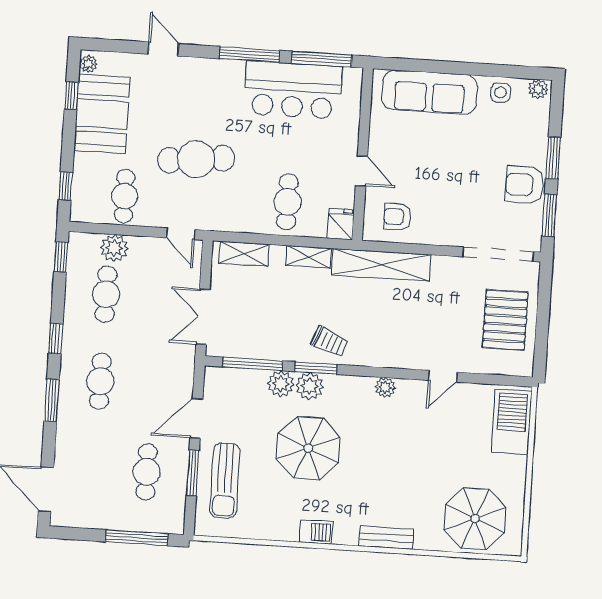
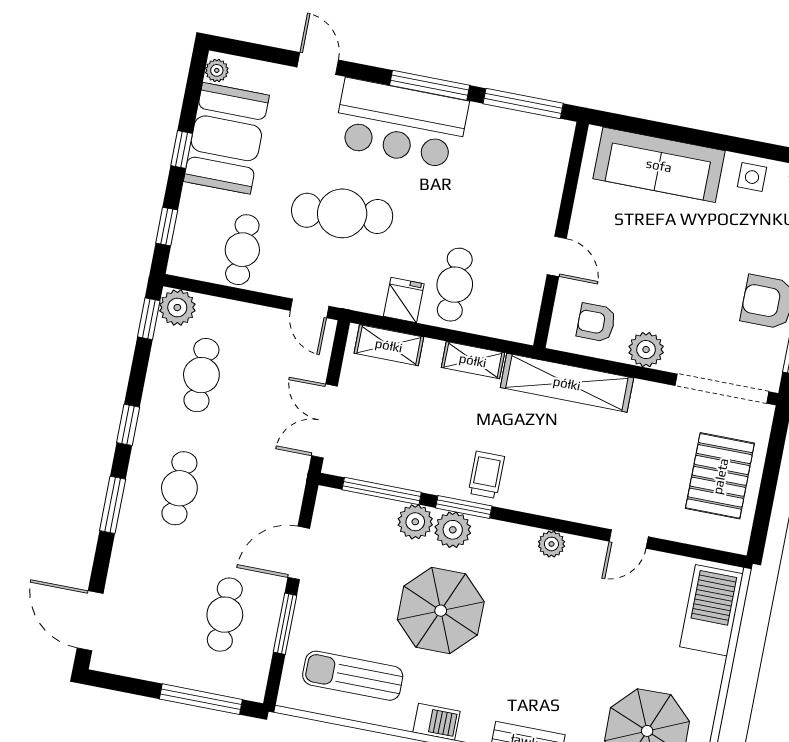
bar counter: (293, 90) -> (401, 123), moved
window: (71, 95) -> (182, 149), moved
fridge: (341, 224) -> (404, 300), moved
plant: (438, 232) -> (646, 350), added
plant: (114, 248) -> (177, 308), moved
trolley: (330, 342) -> (486, 475), turned -112
sun lounger: (225, 481) -> (353, 676), moved, turned 90

